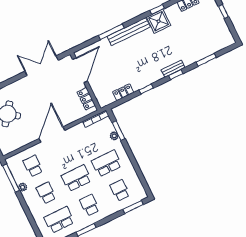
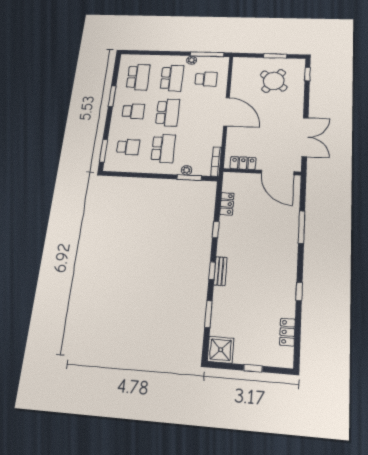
shower: (159, 21) -> (221, 350), moved
bench: (129, 32) -> (291, 246), removed
school desk: (46, 193) -> (172, 78), width x1.85

